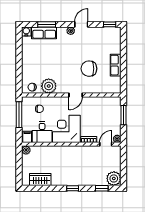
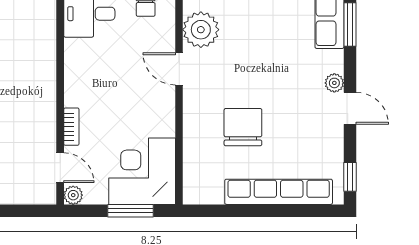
row of seats: (116, 65) -> (279, 192), width x2.02
door: (76, 95) -> (179, 69), moved
corner desk: (66, 129) -> (142, 171), moved, turned -90

